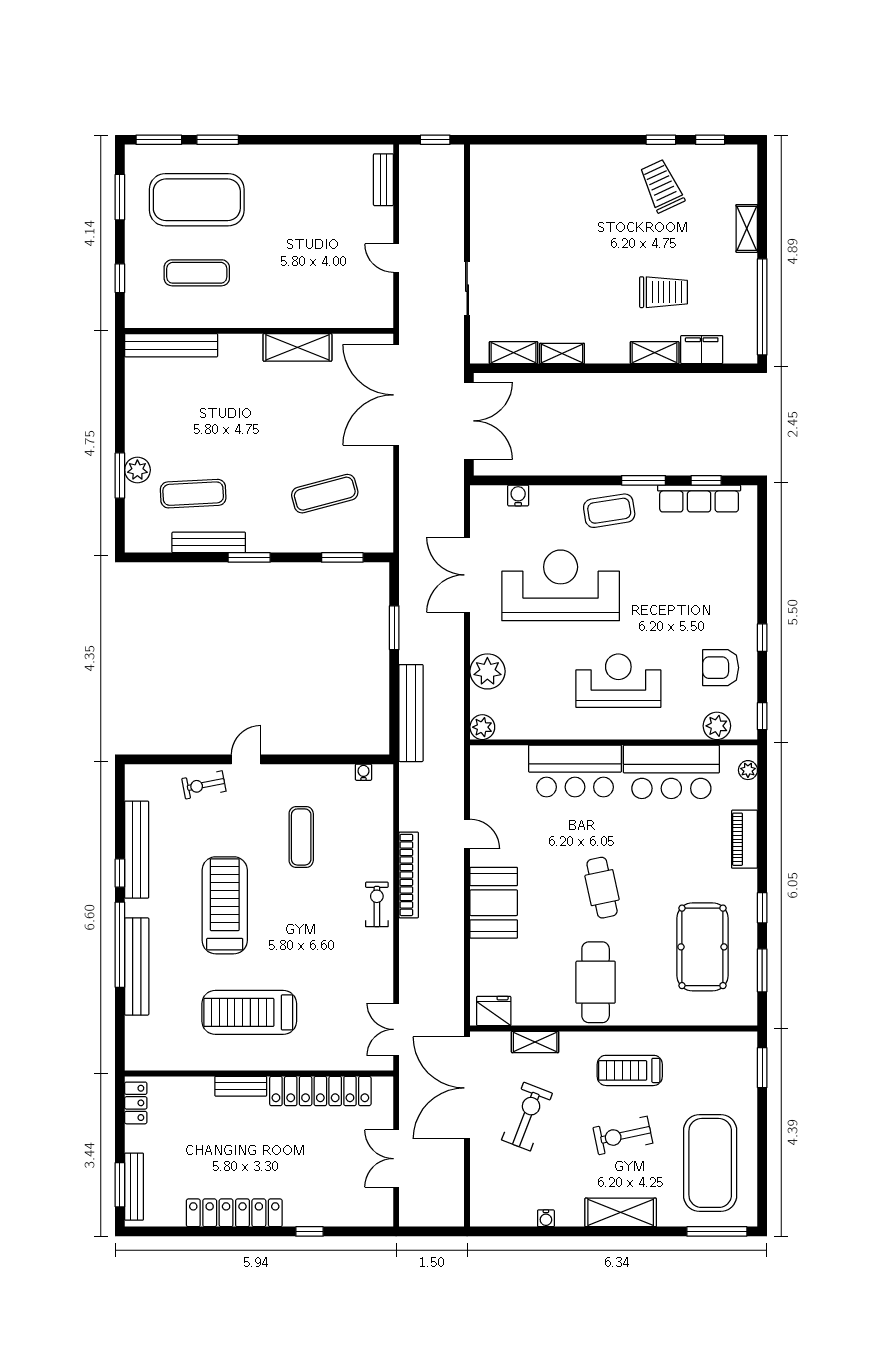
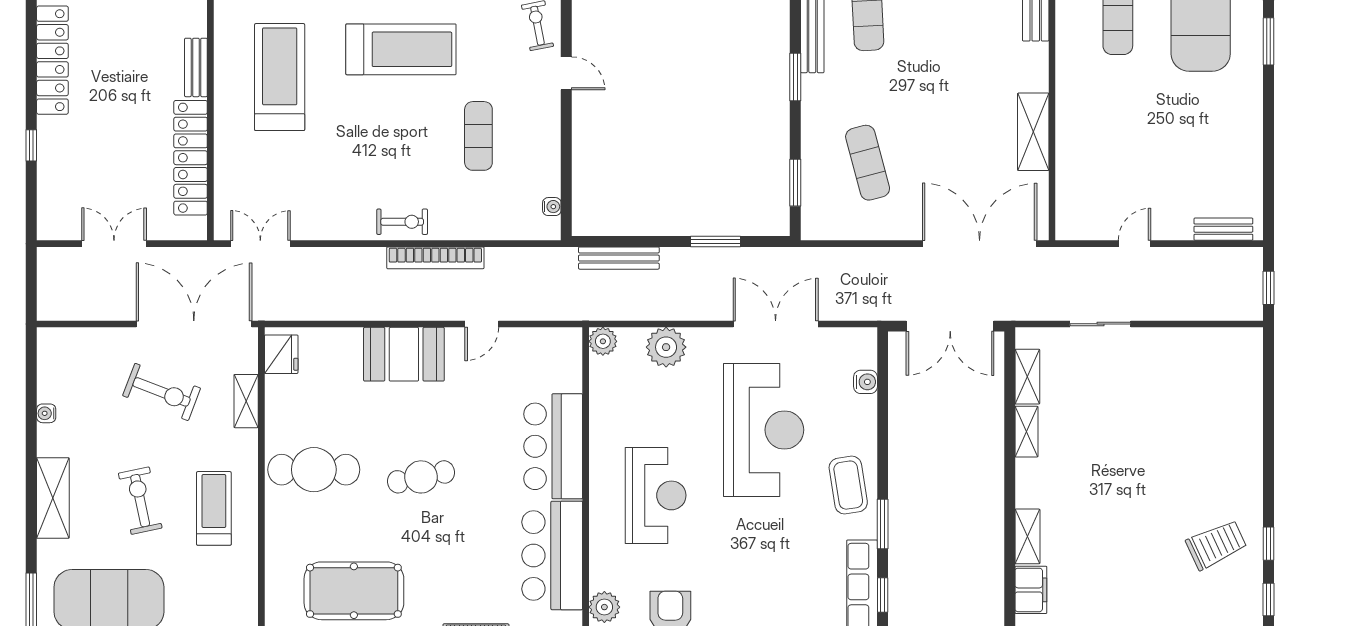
trolley: (663, 292) -> (1096, 547), removed
bench: (411, 713) -> (619, 258), width x0.73, depth x0.82
exercise mat: (301, 837) -> (478, 136), turned 90

